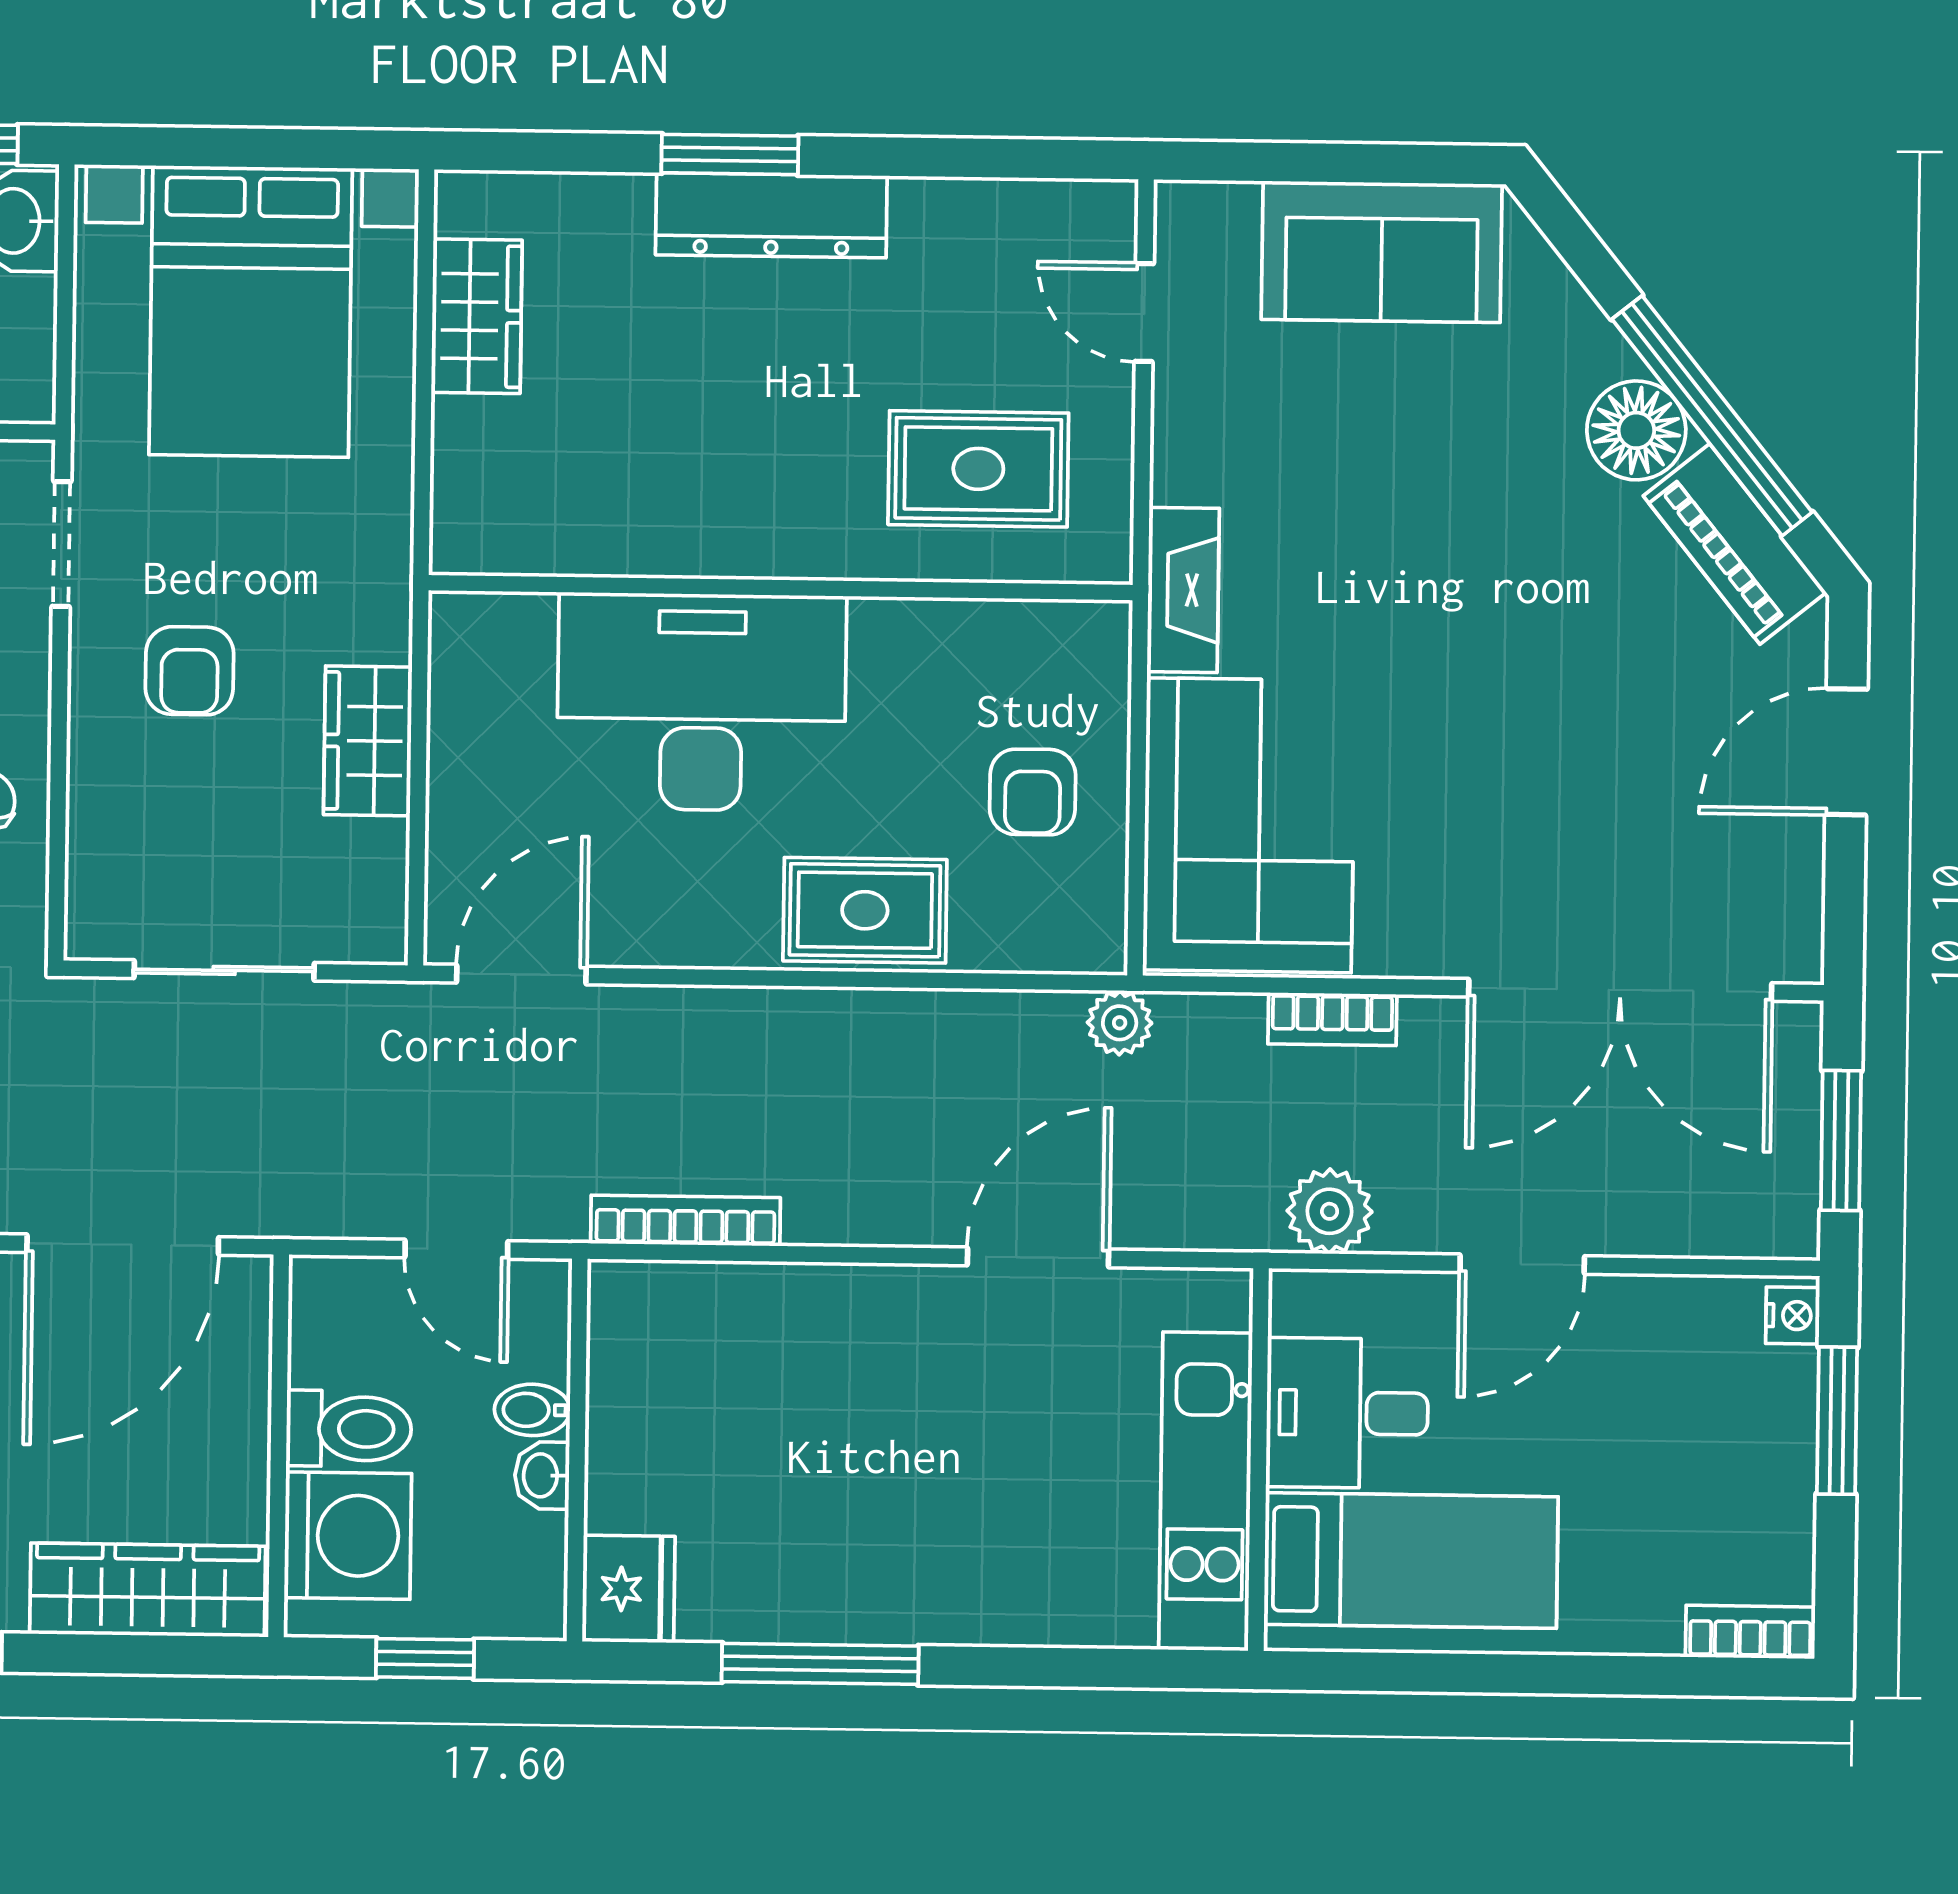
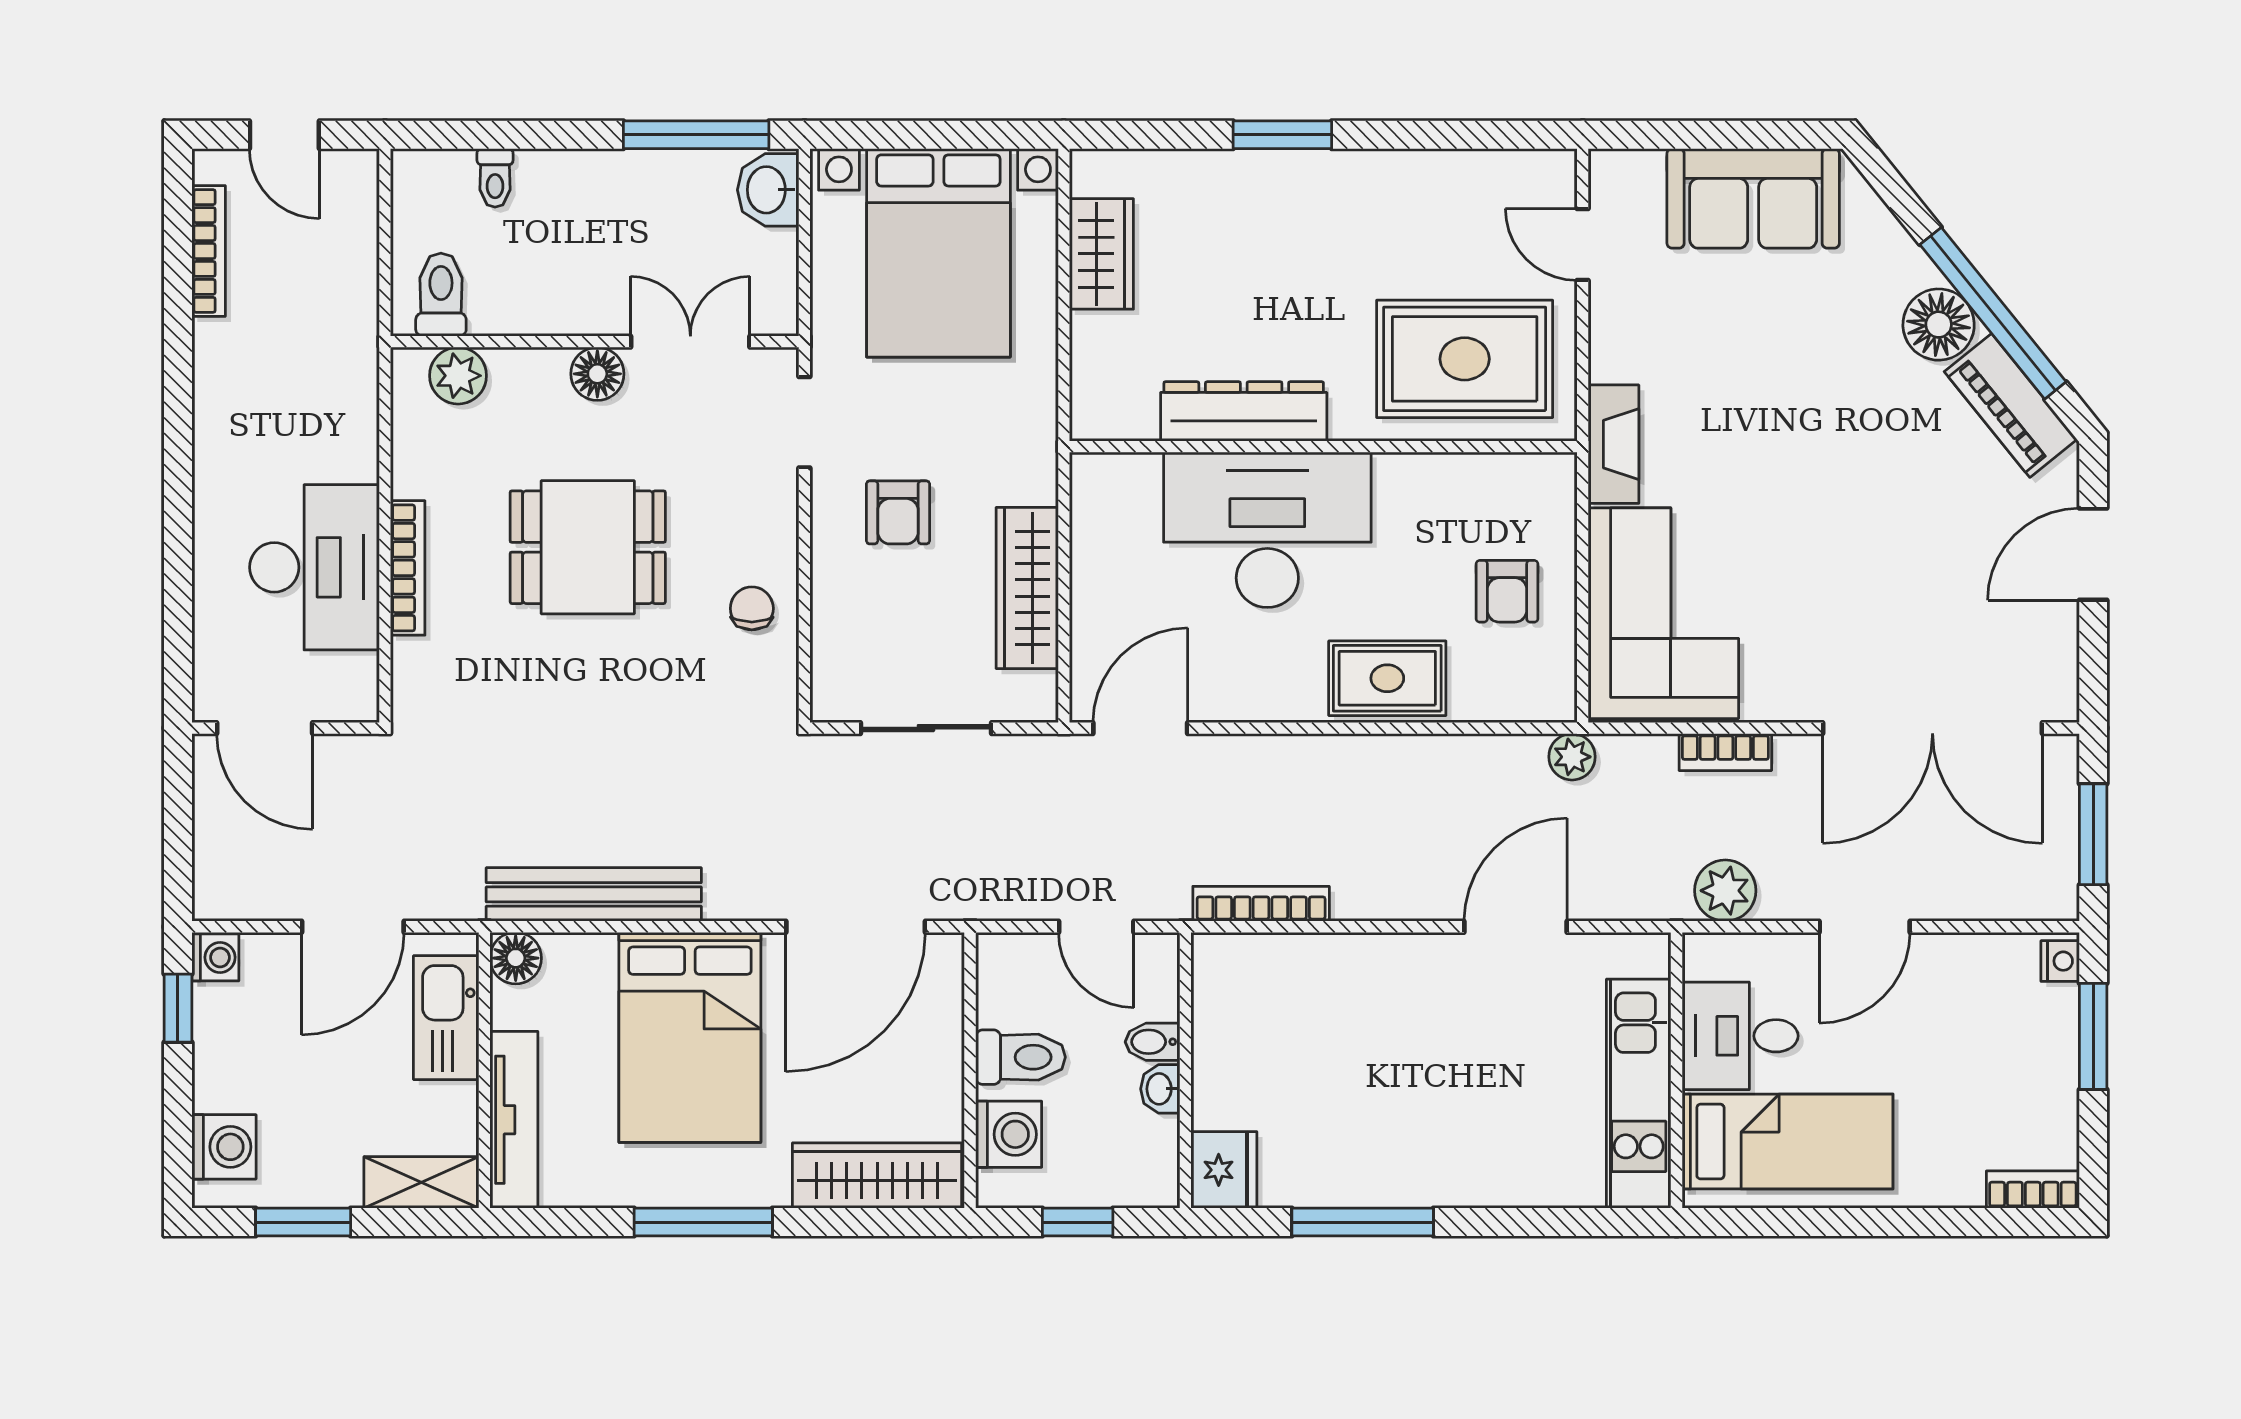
dresser: (771, 215) -> (1244, 411), moved, turned 180
rug: (978, 469) -> (1465, 359), width x1.36, depth x1.43
wardrobe: (368, 741) -> (1027, 588), width x1.50
washing machine: (348, 1536) -> (1009, 1134), width x0.73, depth x0.73

